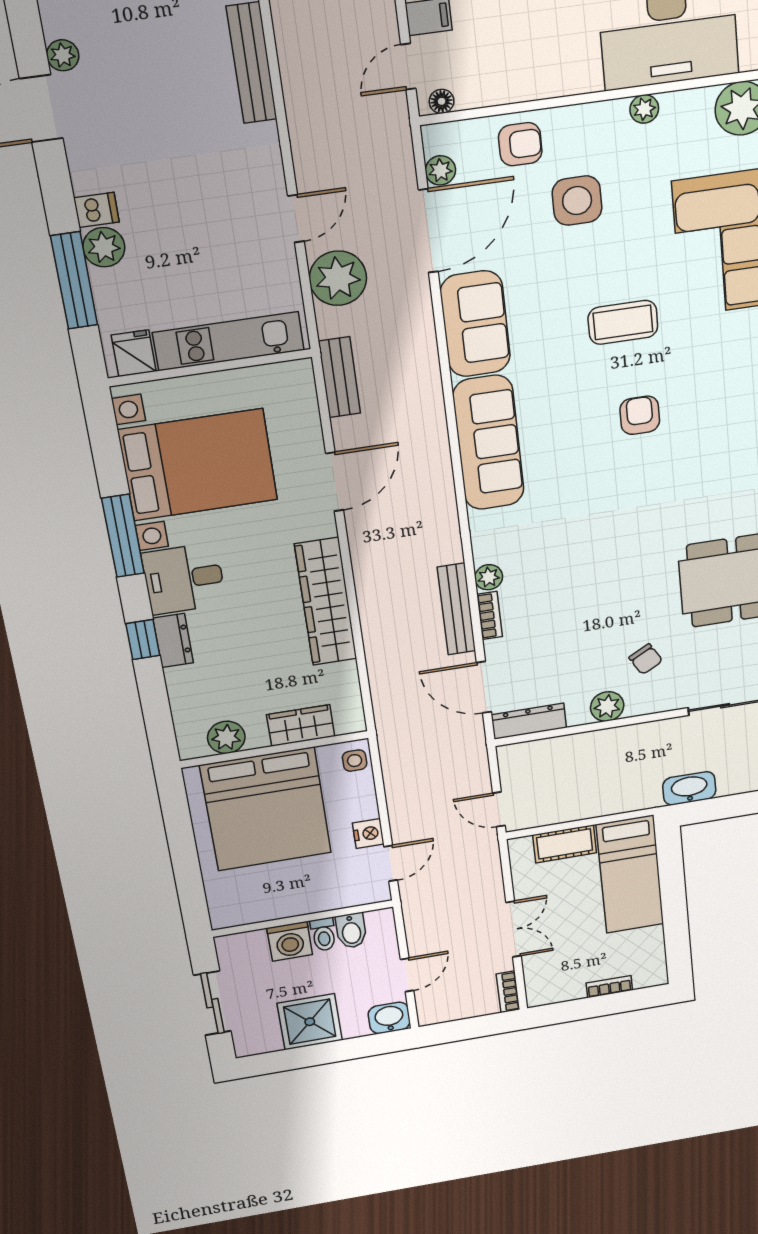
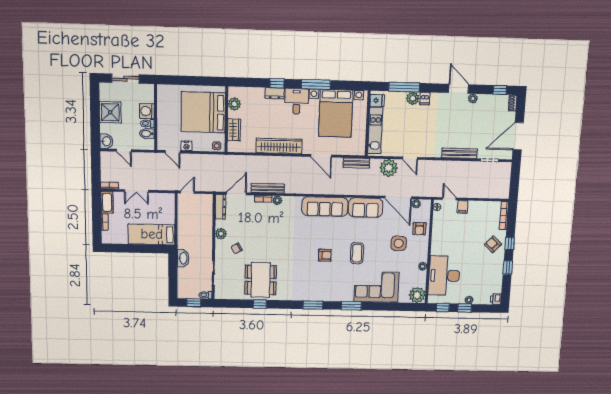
cot: (565, 844) -> (107, 202), moved

